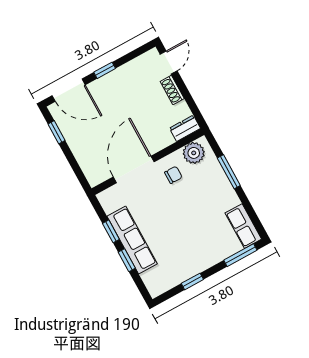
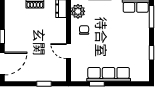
window: (56, 132) -> (44, 84), moved
door: (134, 169) -> (68, 51), width x0.53
window: (127, 260) -> (119, 84), removed

